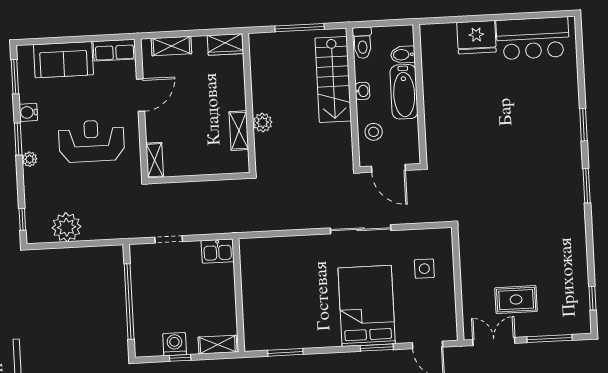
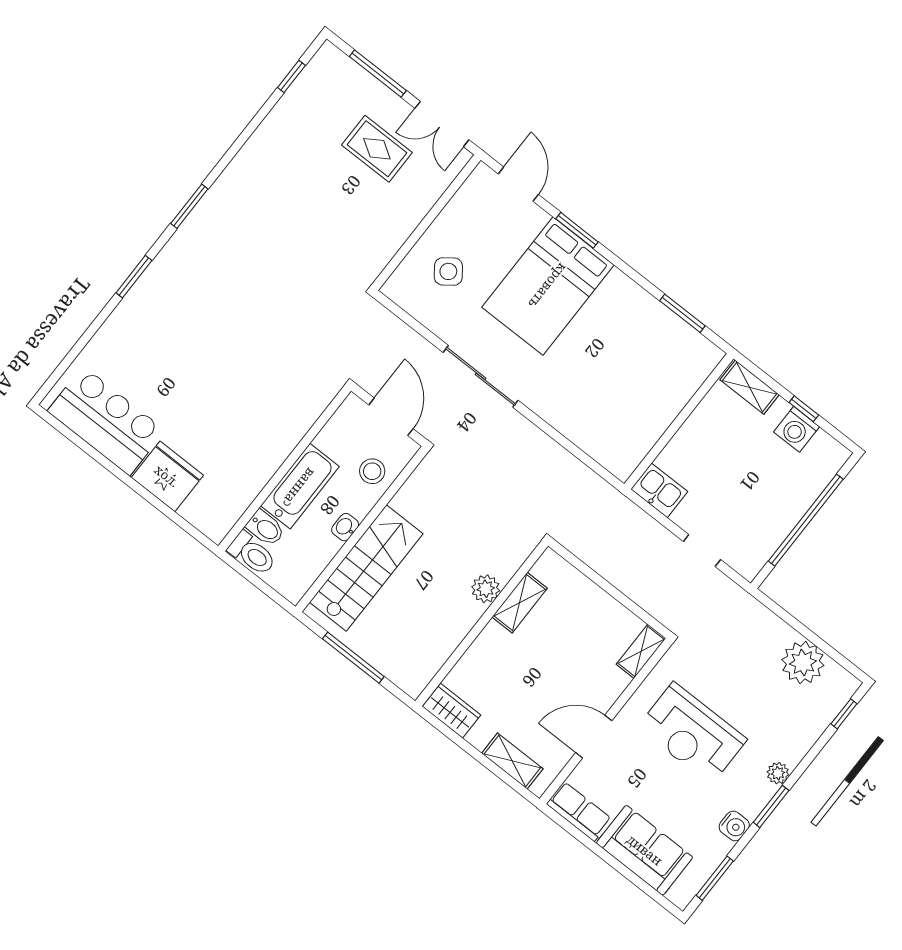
toilet: (362, 43) -> (252, 554), moved, turned 90
side table: (424, 269) -> (448, 271), turned -37

